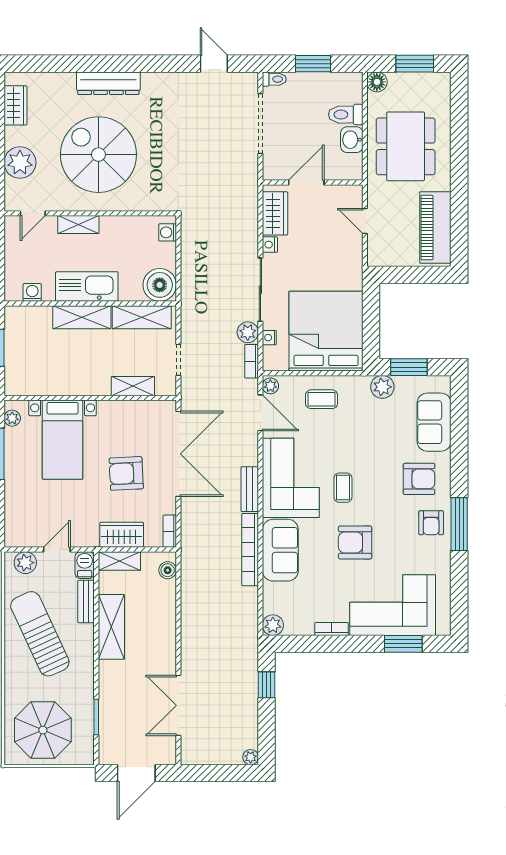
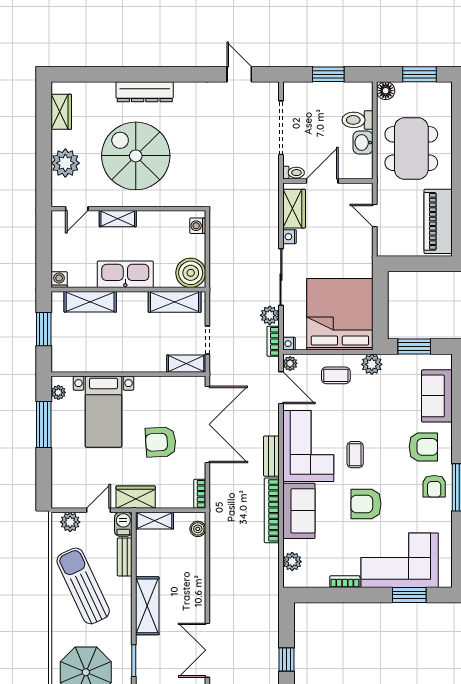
toilet: (274, 79) -> (293, 173), moved
washing machine: (32, 292) -> (59, 280), moved
shelving: (82, 317) -> (90, 302), moved
nightstand: (269, 338) -> (289, 344), moved
shelving: (133, 386) -> (186, 364), moved
plant: (382, 387) -> (372, 364), moved
wardrobe: (122, 535) -> (136, 497), moved
plant: (273, 625) -> (292, 562), moved
shelving: (111, 627) -> (147, 606), moved
window: (266, 685) -> (286, 660), moved

